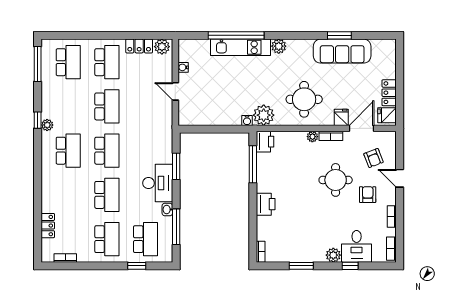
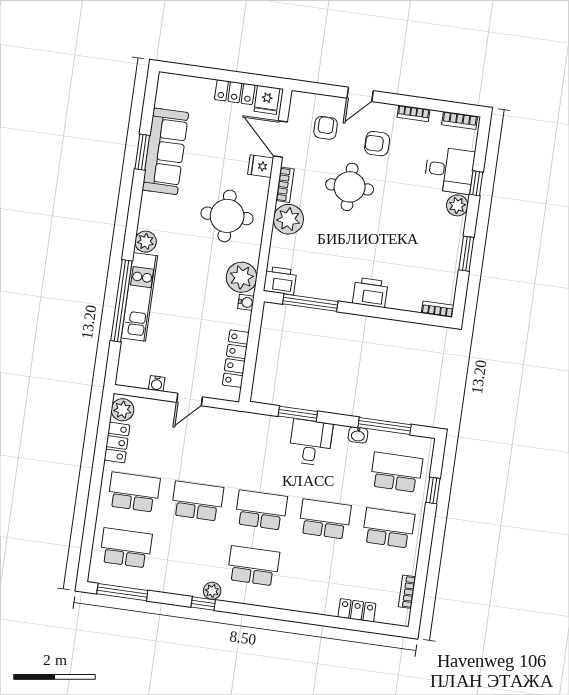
locker: (208, 119) -> (236, 359), added
plant: (312, 137) -> (288, 219), width x1.88, depth x1.88
armchair: (373, 158) -> (326, 128), turned -69
desk: (158, 183) -> (311, 442), width x0.73

